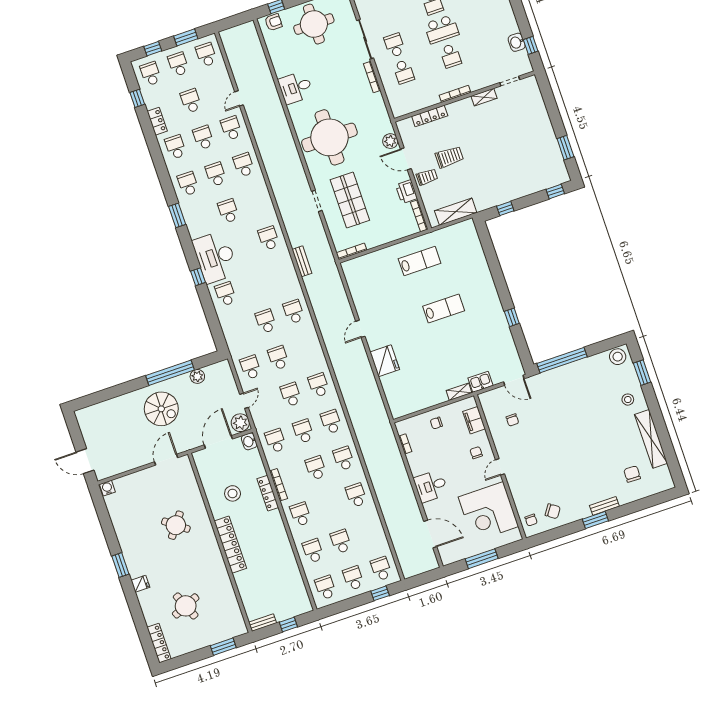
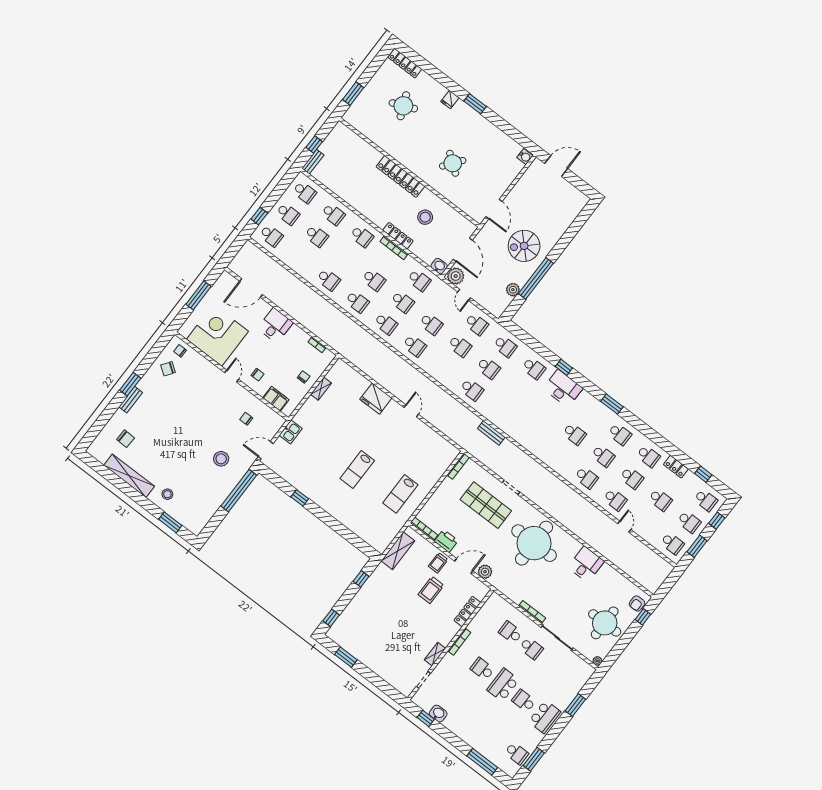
school desk: (269, 238) -> (505, 346), moved
desk: (215, 257) -> (563, 388), width x0.73, depth x0.77
stool: (618, 357) -> (221, 459), moved
shelving: (459, 392) -> (321, 389), moved
bench: (263, 623) -> (313, 162), moved

